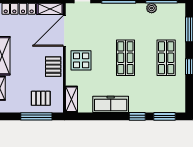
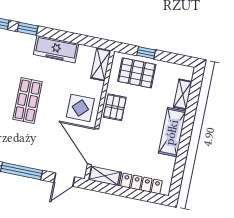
door: (64, 31) -> (93, 146), swing flipped
pallet: (41, 98) -> (137, 73), width x1.50, depth x1.42
window: (36, 116) -> (146, 53), width x0.46

